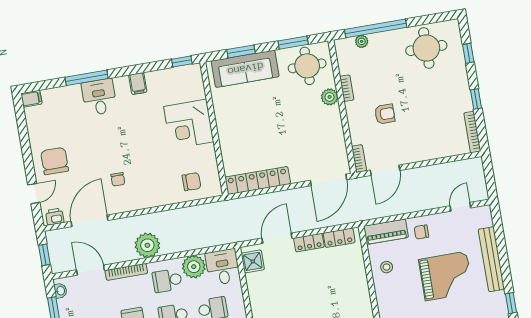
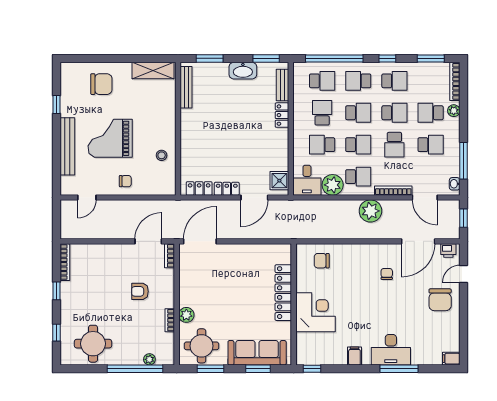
desk: (99, 97) -> (391, 350), width x1.37
locker: (258, 180) -> (283, 293), moved, turned 90
piano: (386, 232) -> (157, 187), removed

